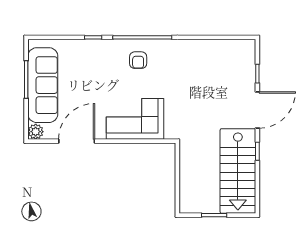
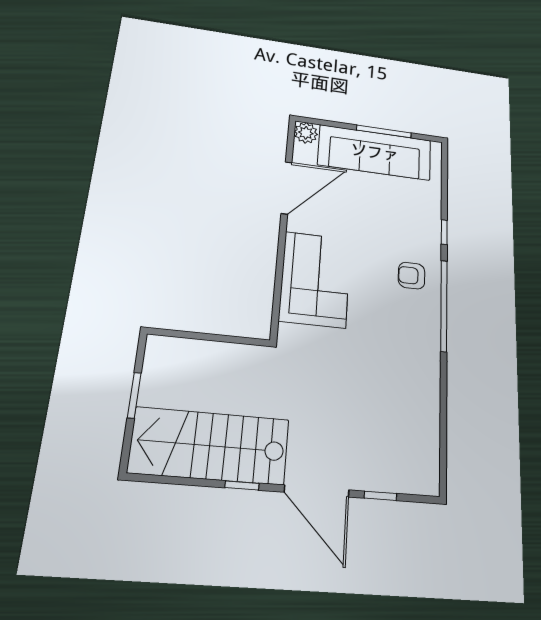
armchair: (138, 60) -> (412, 276), moved
door: (77, 141) -> (287, 188), hinge flipped

